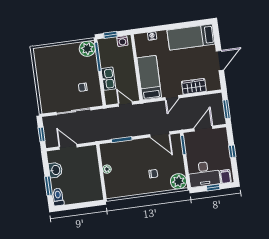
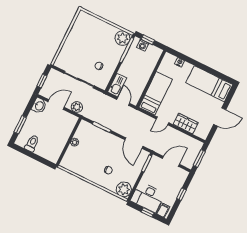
washing machine: (122, 41) -> (143, 45), moved
kitchen sink: (108, 79) -> (117, 85), moved
plant: (88, 137) -> (77, 107), added
door: (68, 147) -> (56, 105), hinge flipped
washbasin: (55, 170) -> (39, 106), moved
toilet: (58, 197) -> (32, 143), moved

